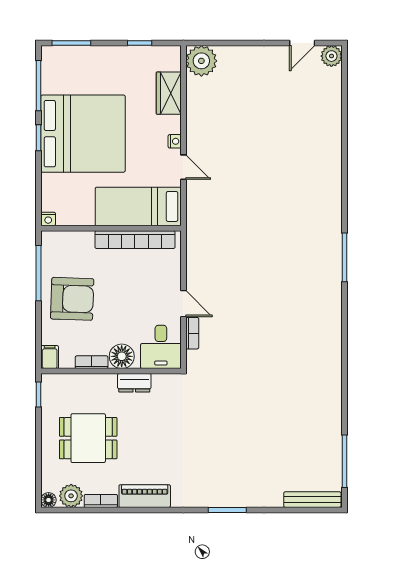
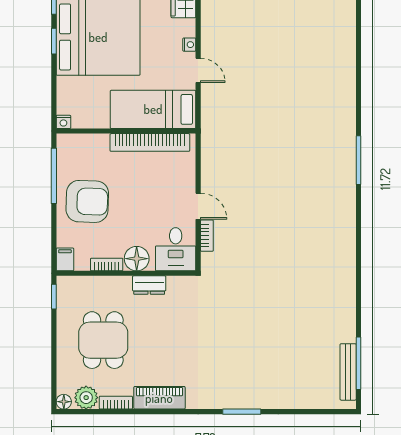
dining table: (88, 438) -> (103, 340), turned 90
bench: (312, 500) -> (348, 372), moved, turned 90

